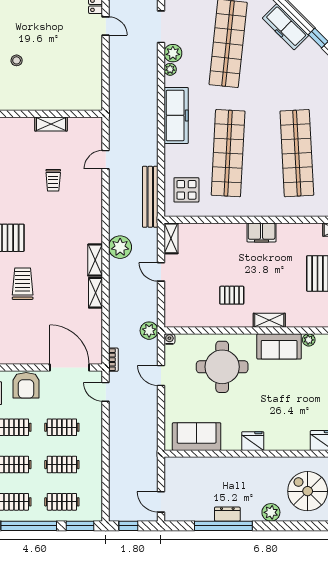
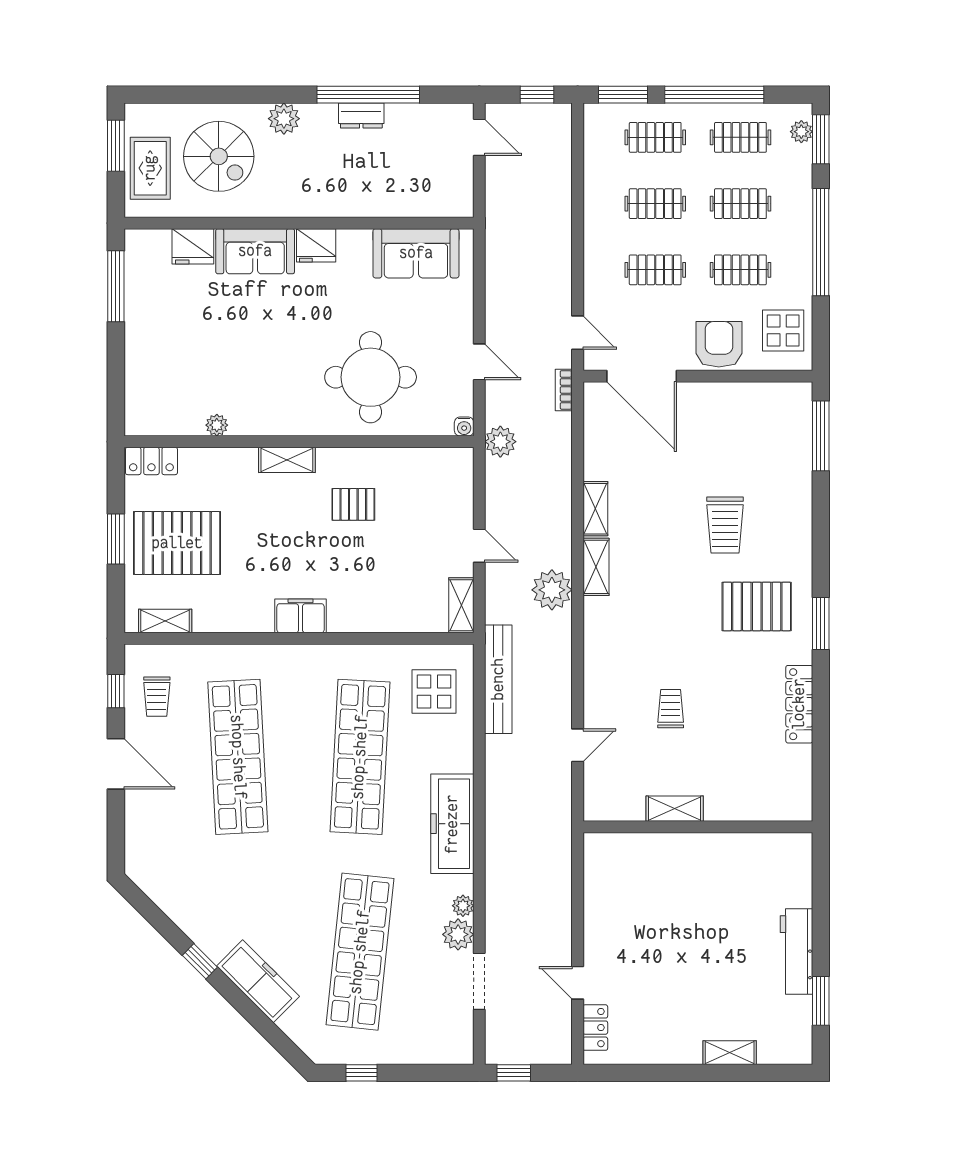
stool: (17, 60) -> (736, 922), removed
sofa: (279, 346) -> (255, 251), moved, turned 180

